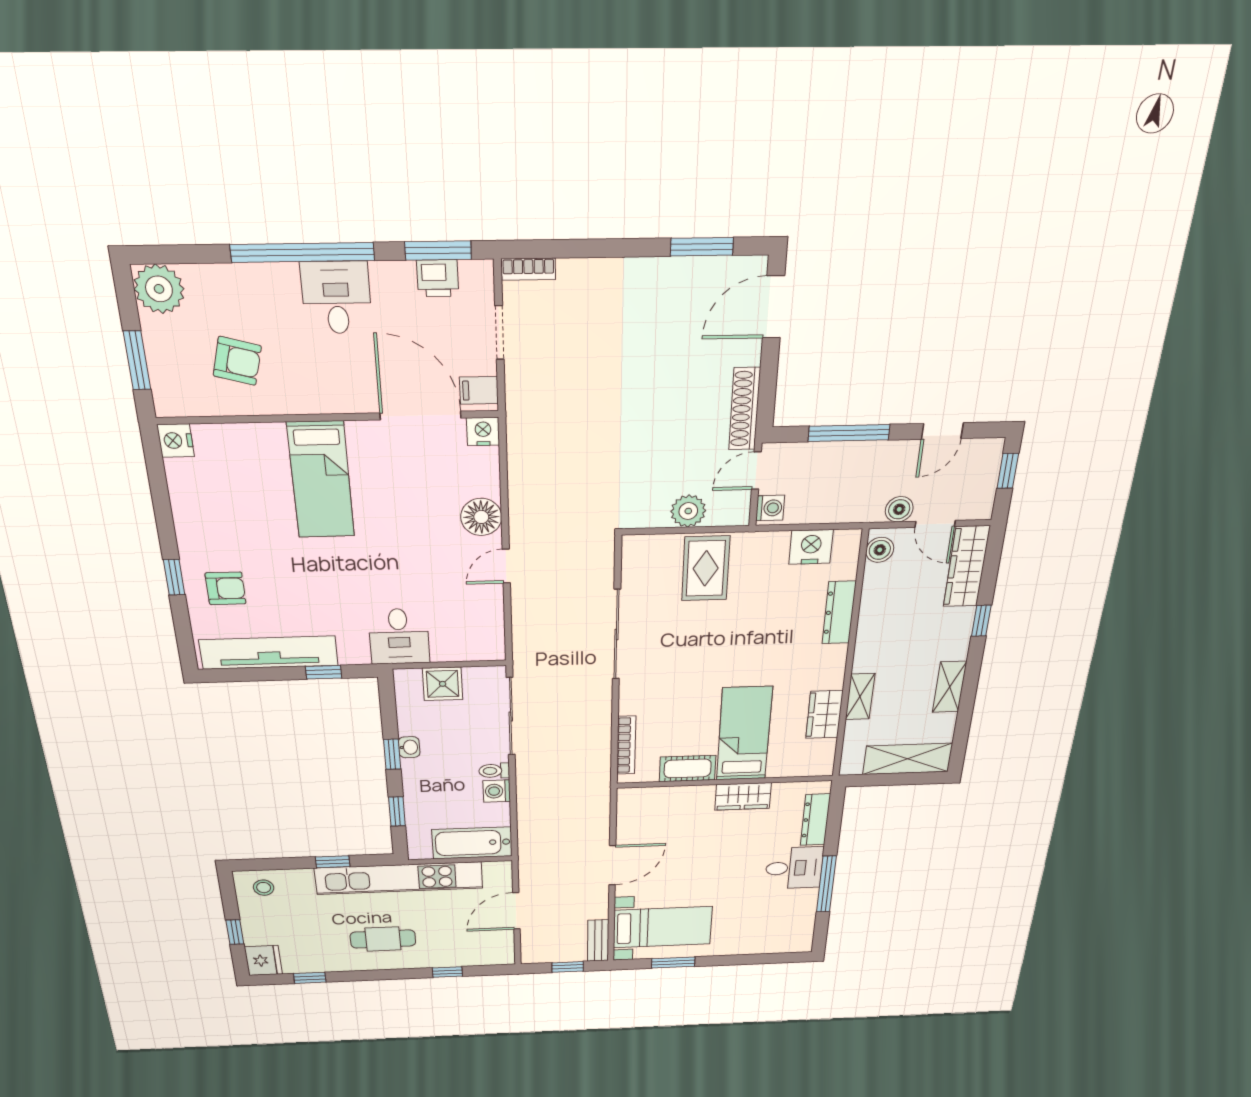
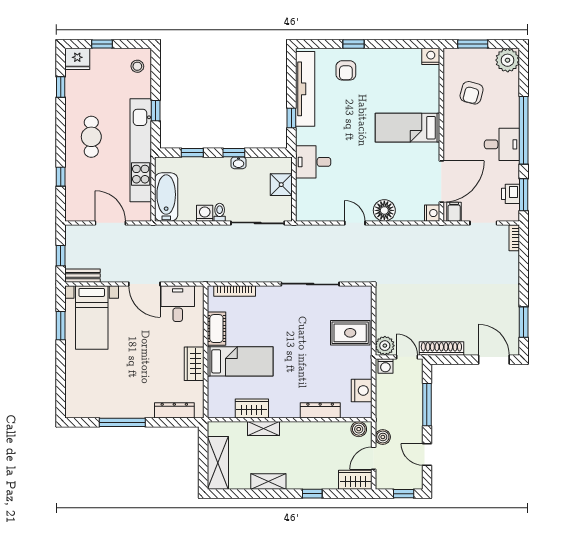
plant: (688, 511) -> (385, 346), moved
wardrobe: (967, 567) -> (355, 480), width x0.67
desk: (794, 868) -> (178, 304), moved, turned 180

